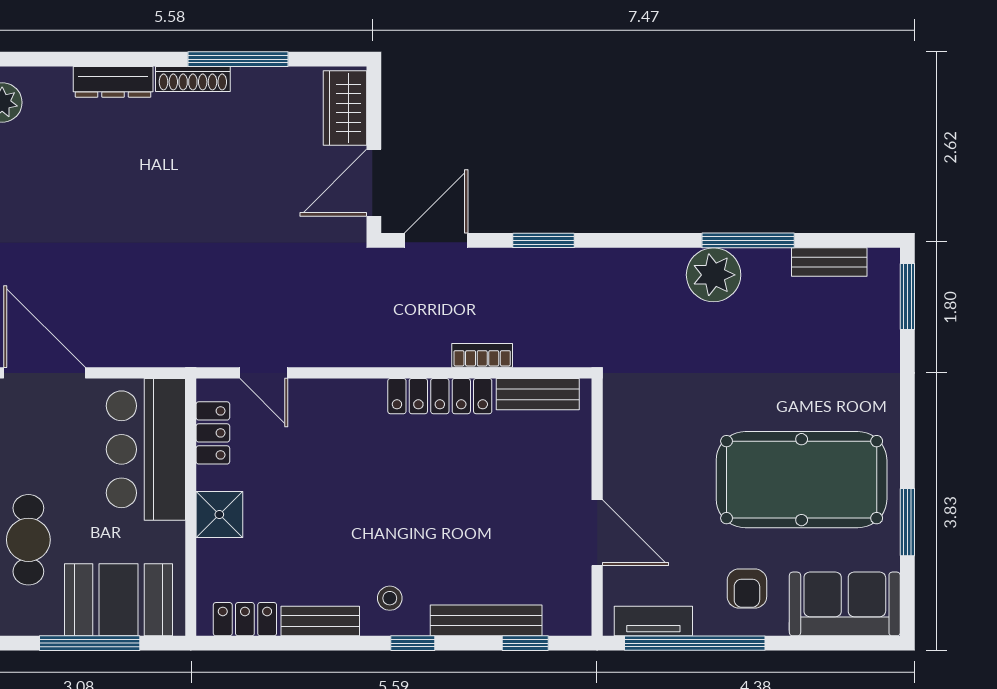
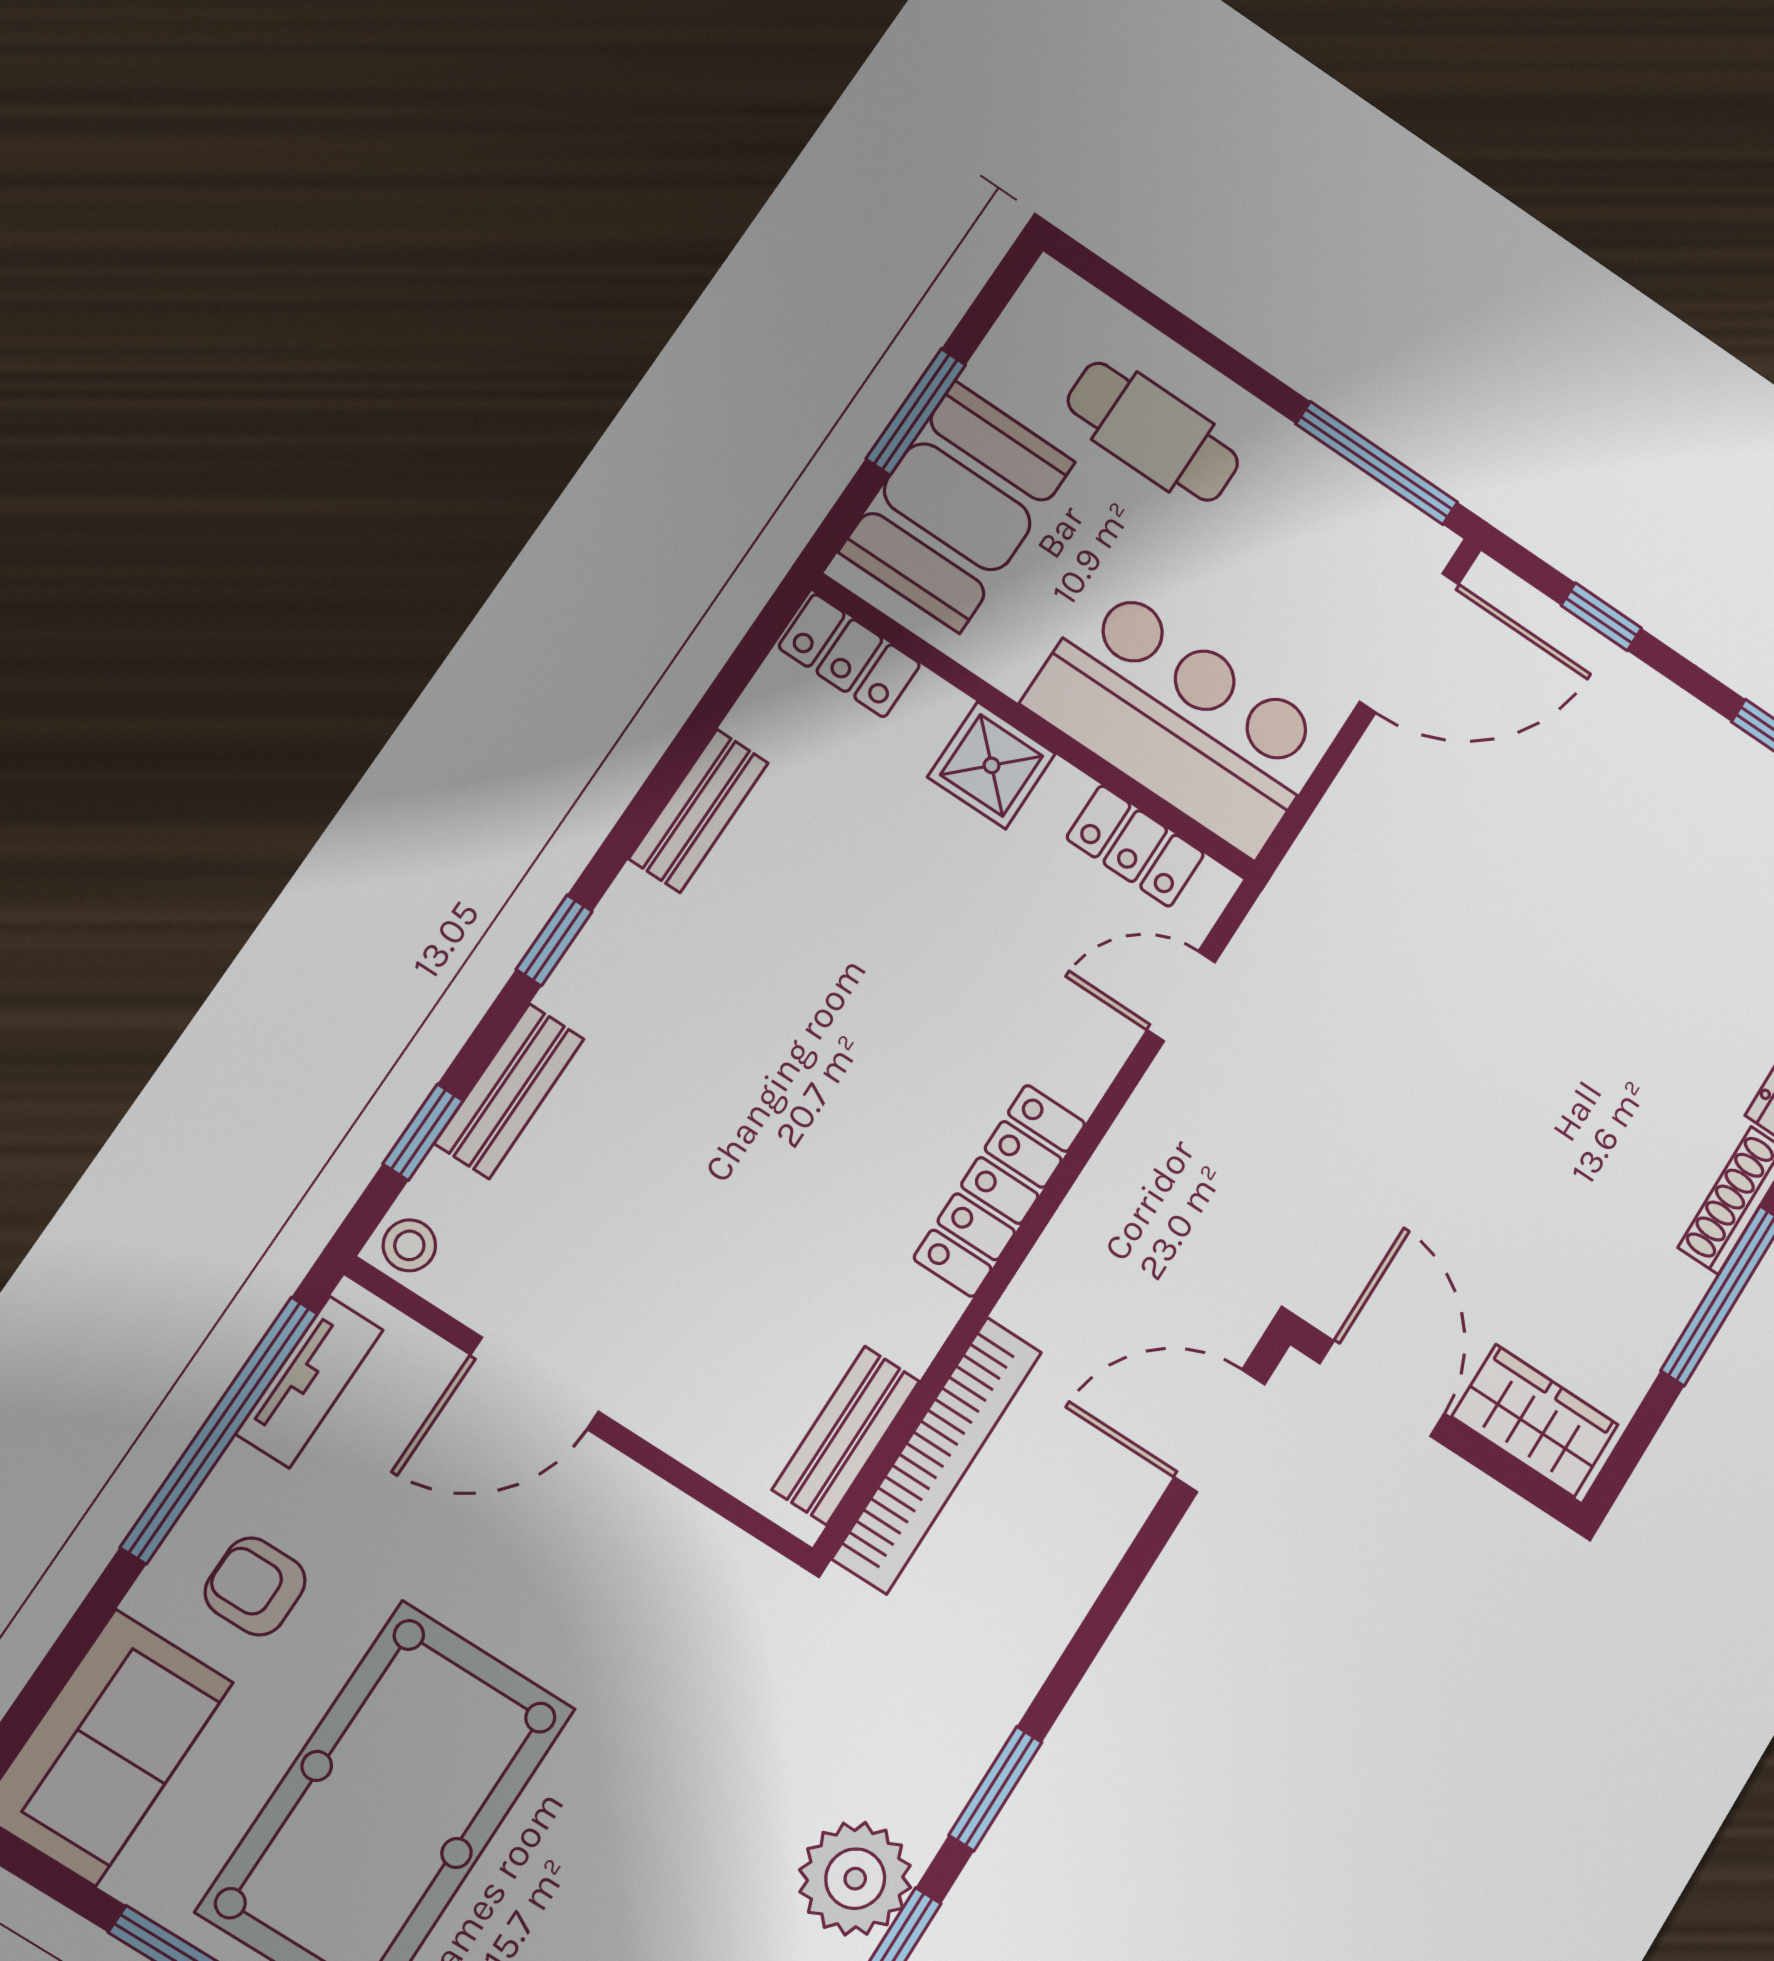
door: (436, 240) -> (1220, 1431), swing flipped
window: (544, 240) -> (995, 1789), moved
bookcase: (482, 355) -> (937, 1455), width x2.31, depth x1.31
locker: (440, 396) -> (1000, 1191), moved
stool: (390, 598) -> (409, 1245), moved
locker: (245, 619) -> (849, 656), moved, turned 90
bench: (486, 620) -> (509, 1091), width x0.73
window: (90, 643) -> (916, 412), width x0.69

